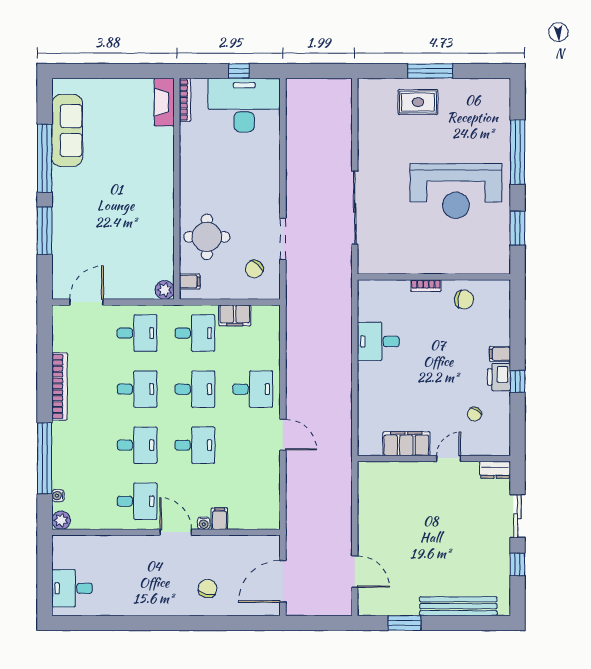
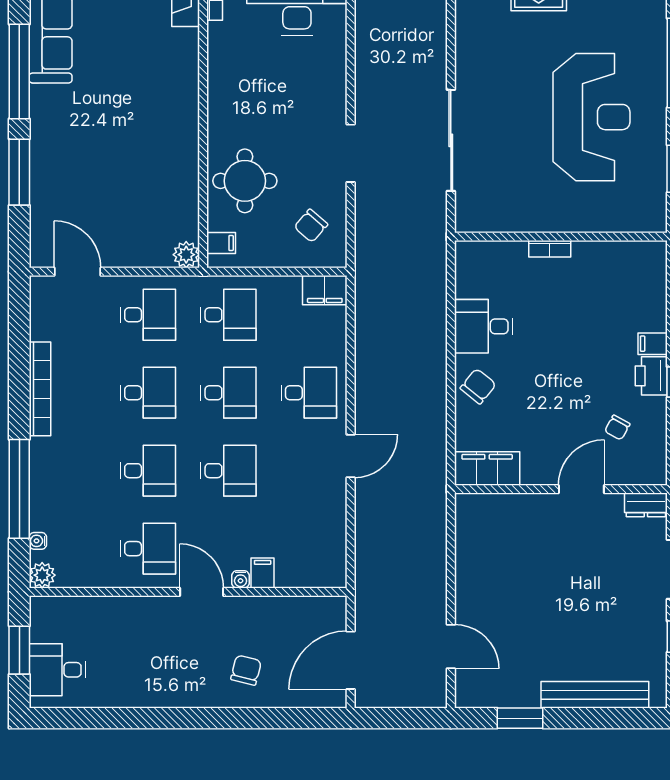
reception desk: (456, 191) -> (592, 117), turned -90
doorway: (283, 239) -> (351, 153), moved
chair: (464, 299) -> (478, 386), moved, turned -58
door: (86, 302) -> (78, 272), hinge flipped
filing cabinet: (235, 315) -> (325, 290), moved
door: (283, 435) -> (351, 456), hinge flipped
filing cabinet: (406, 444) -> (487, 469), moved
door: (449, 458) -> (581, 489), width x1.38
window: (45, 574) -> (19, 650), added

